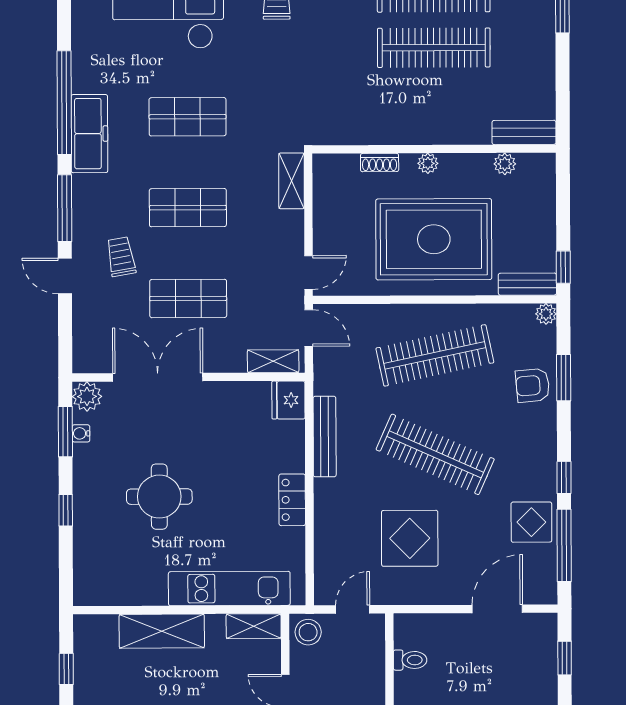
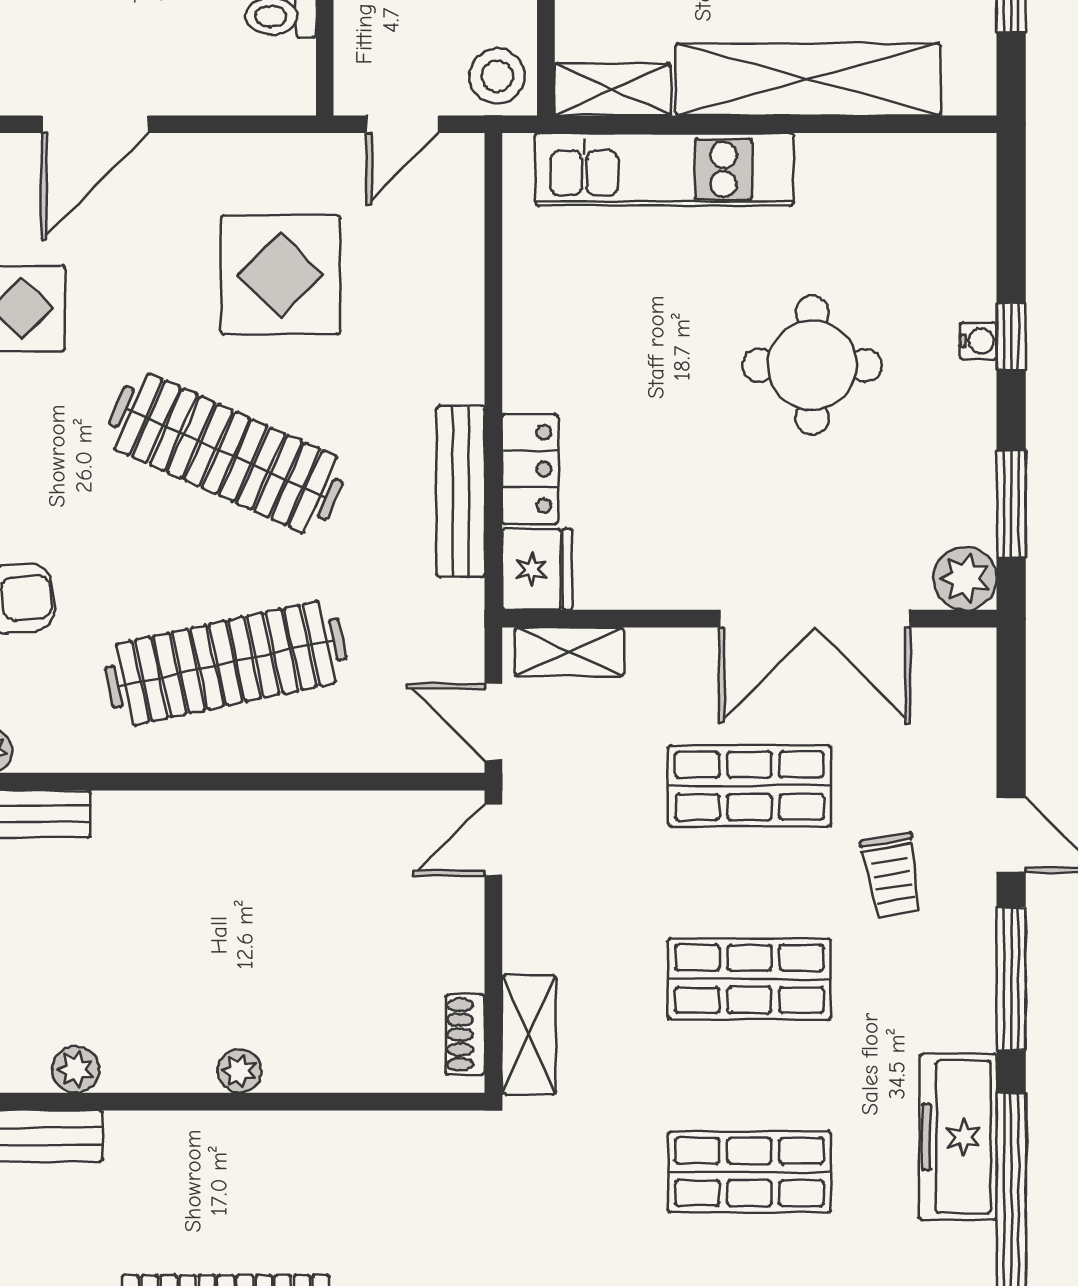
shoe rack: (380, 163) -> (465, 1035), moved, turned -90
rug: (434, 239) -> (227, 910), removed
water cooler: (81, 433) -> (978, 341), moved
locker: (292, 500) -> (530, 469), moved
shelving: (162, 631) -> (808, 79), width x1.47

